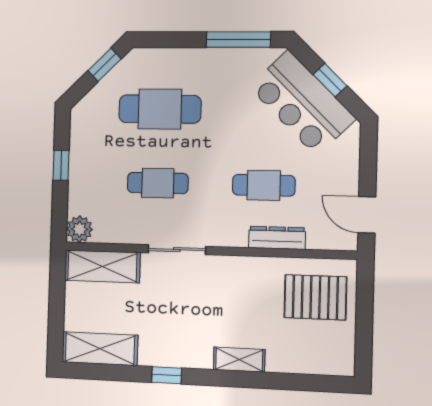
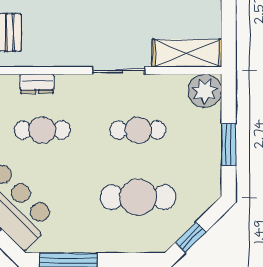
window: (61, 165) -> (229, 144), width x1.50
plant: (80, 229) -> (205, 91), width x1.36, depth x1.36
dresser: (277, 238) -> (37, 84), width x0.70

